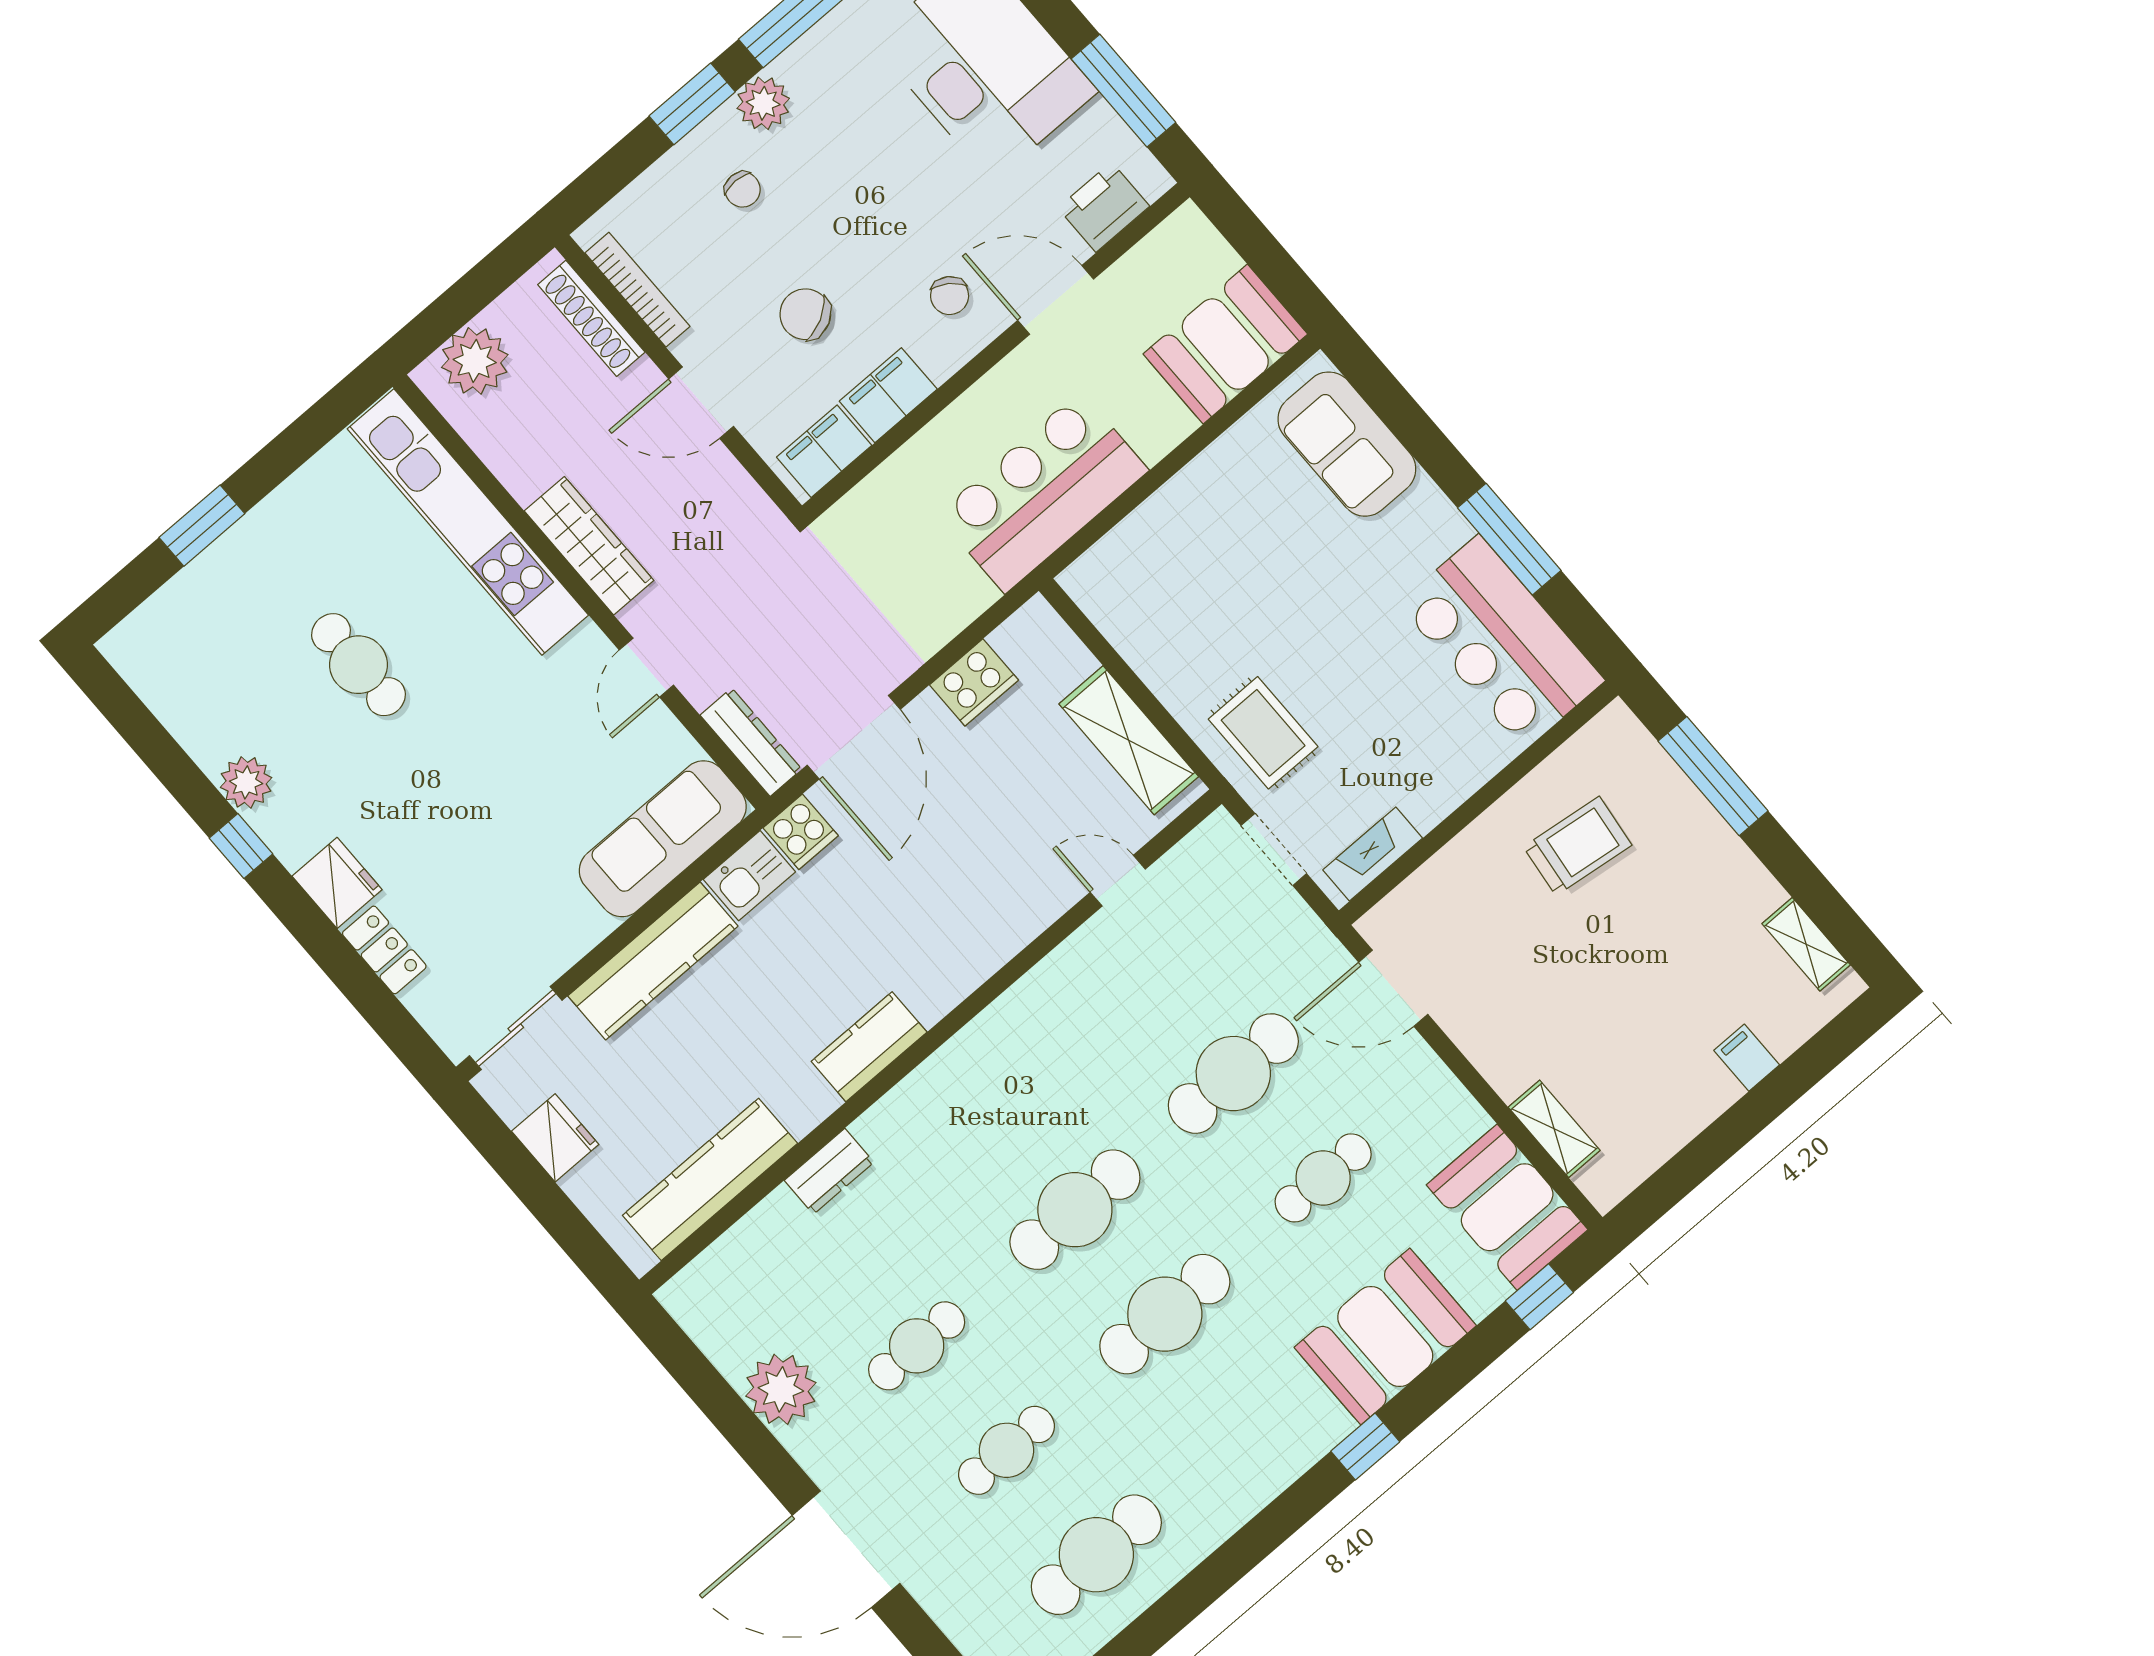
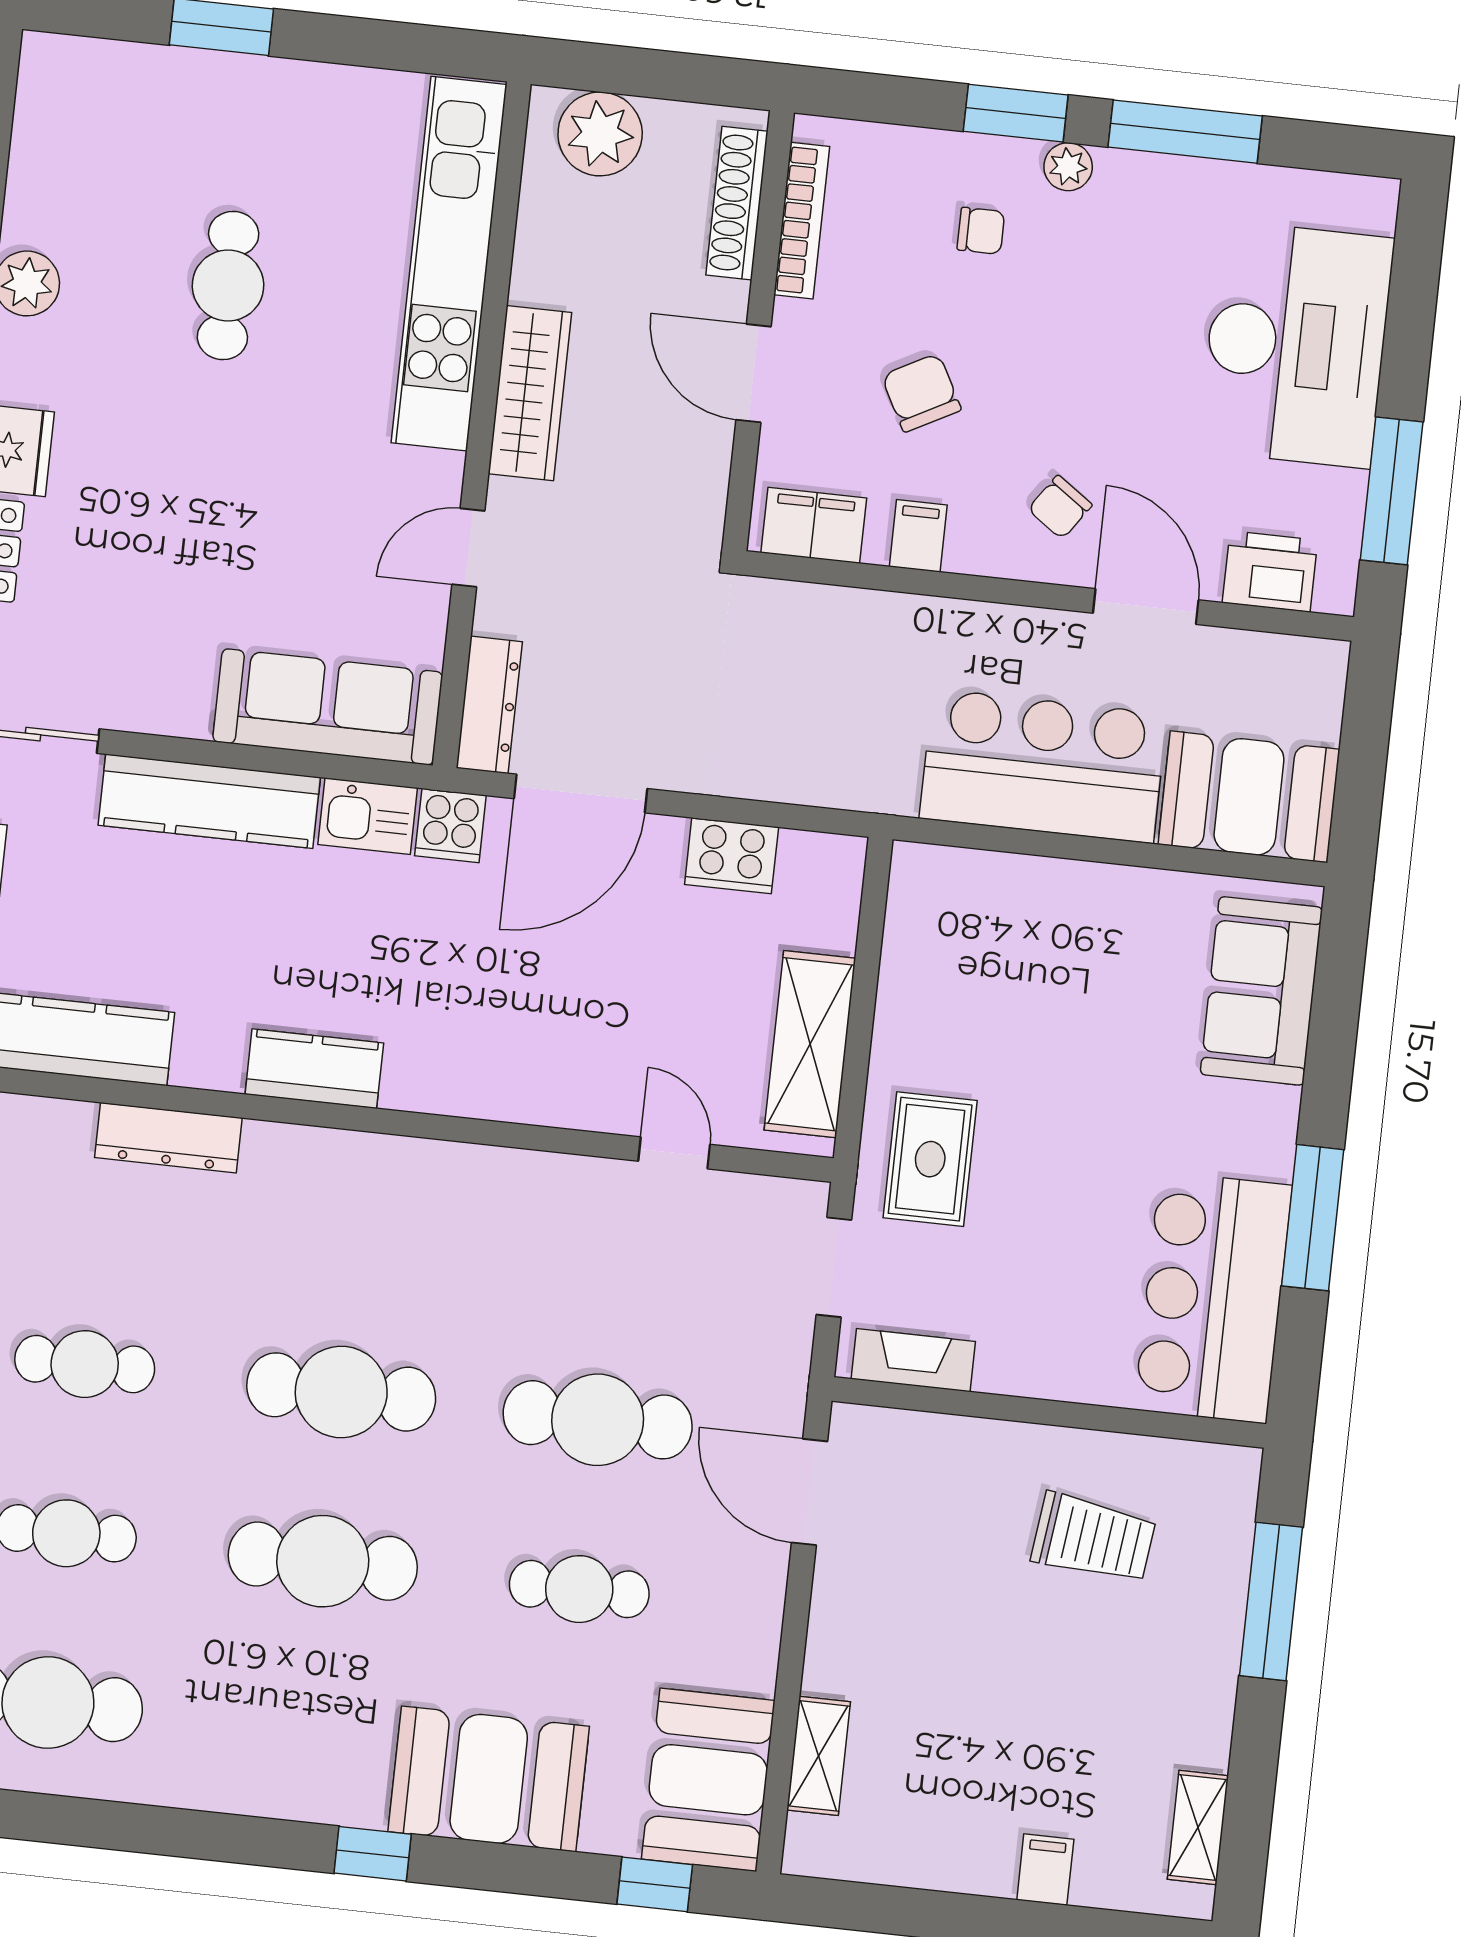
plant: (763, 103) -> (1068, 167), width x0.73, depth x0.73
chair: (743, 189) -> (981, 231), turned -90
filing cabinet: (888, 395) -> (918, 536), width x0.50
bar counter: (1043, 492) -> (1043, 766), moved
dresser: (829, 1171) -> (168, 1138), width x1.44

